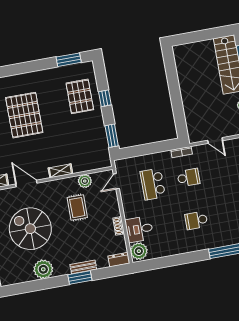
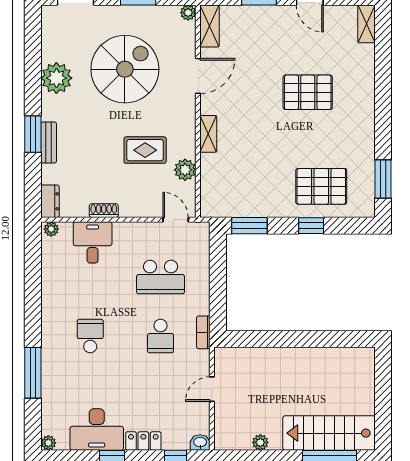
pallet: (24, 115) -> (308, 92), width x0.73, depth x0.71
school desk: (153, 184) -> (161, 277), turned 180
plant: (139, 251) -> (51, 229), width x0.53, depth x0.53

